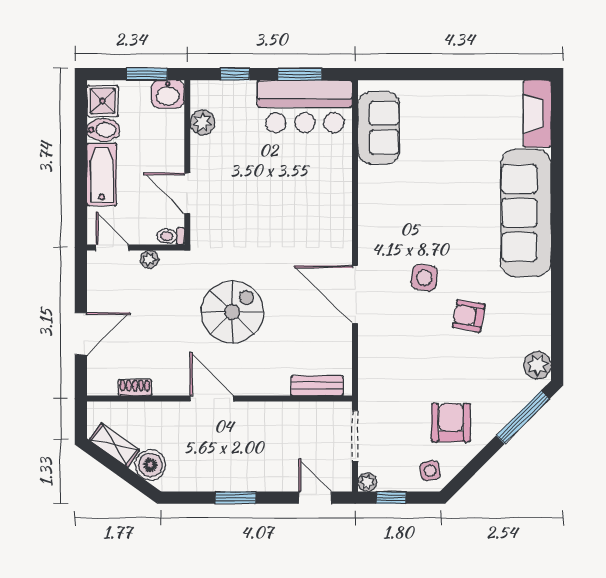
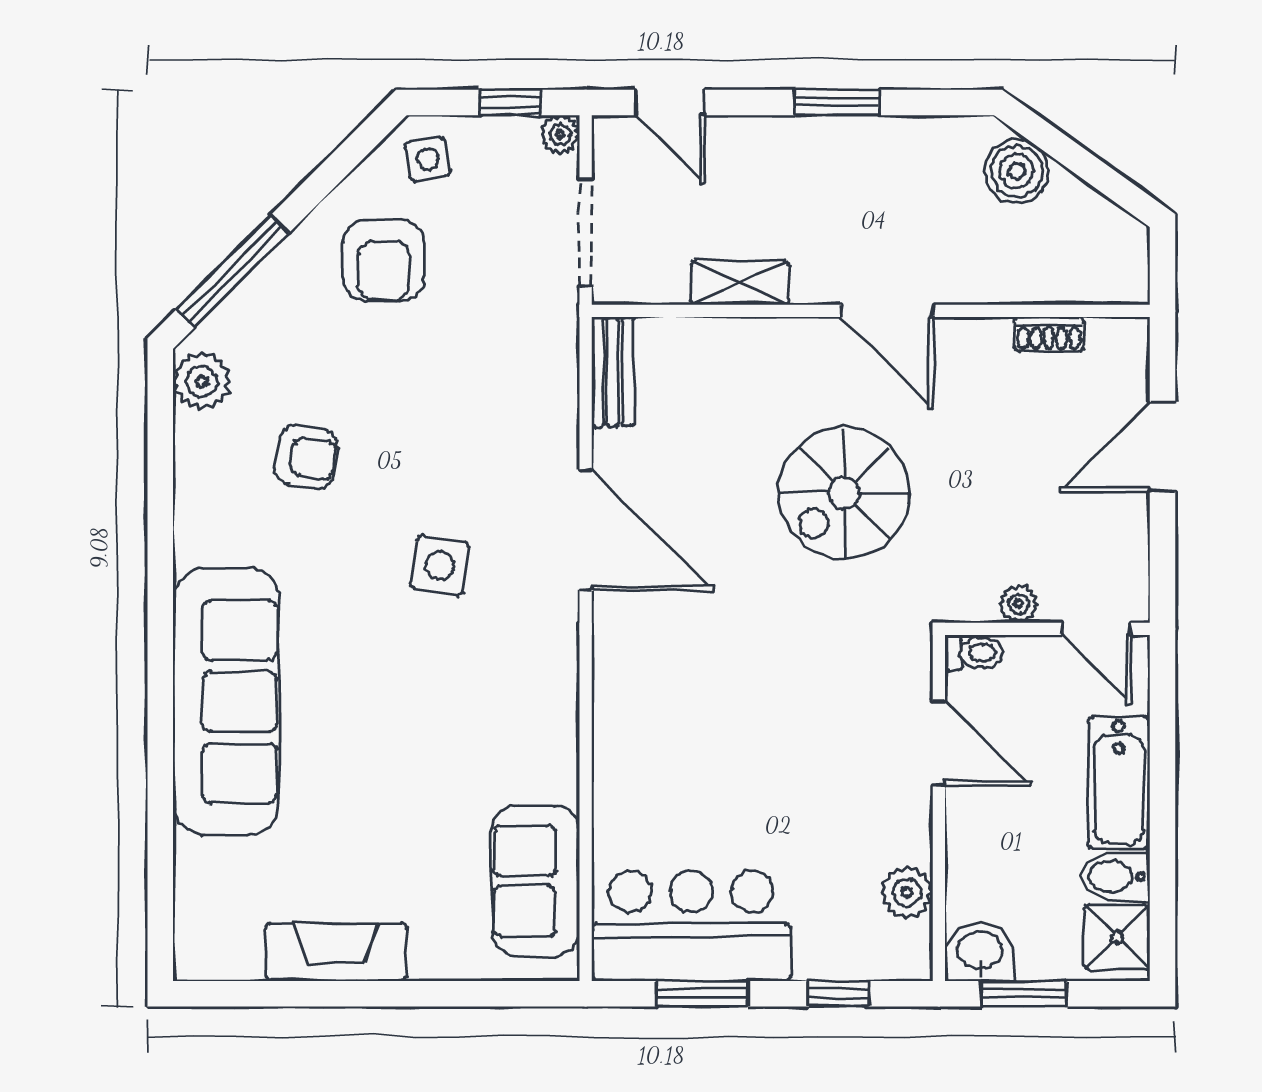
fireplace: (537, 114) -> (336, 952), moved, turned -90
armchair: (469, 316) -> (306, 457), moved
bench: (317, 386) -> (613, 372), moved, turned 90
shelving: (114, 445) -> (740, 283), moved, turned -36

